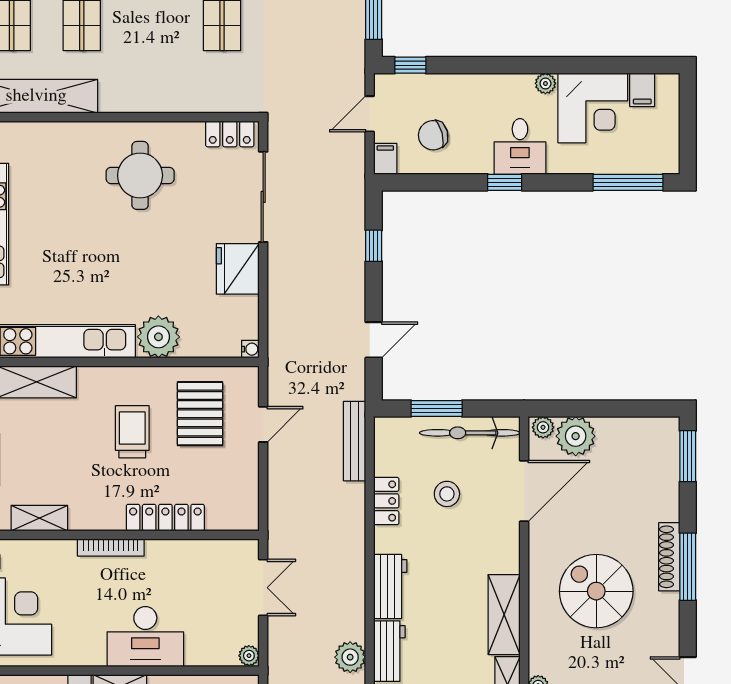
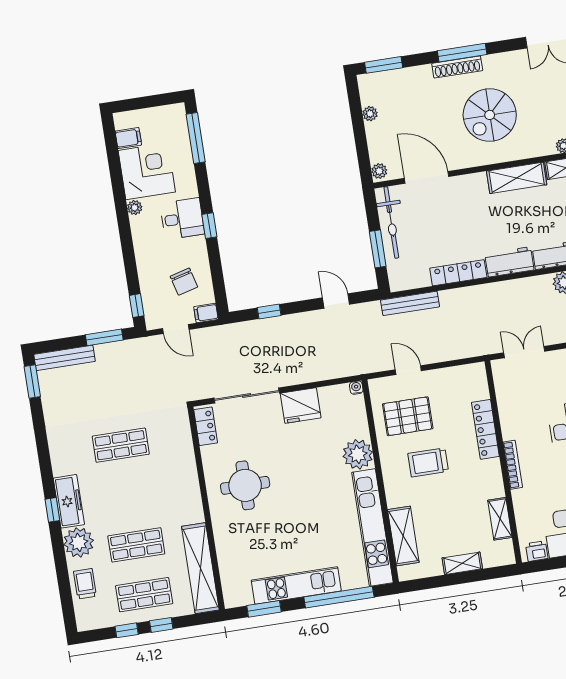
plant: (576, 436) -> (370, 114), moved, width x0.53, depth x0.53
stool: (447, 494) -> (437, 232), removed
locker: (386, 501) -> (458, 273), width x1.53

